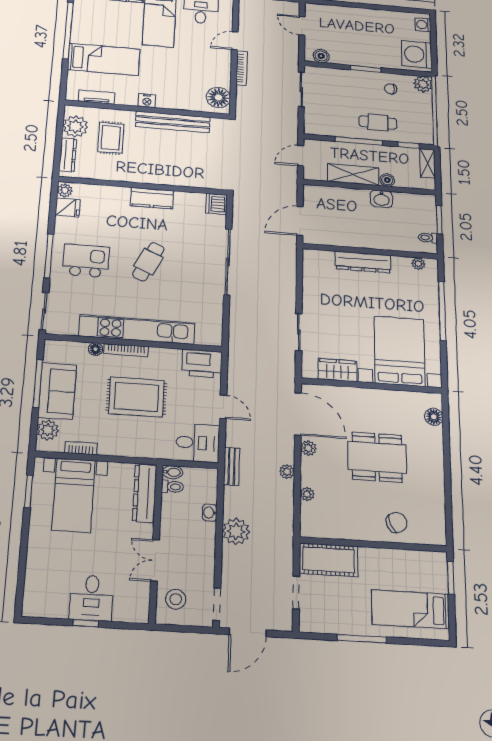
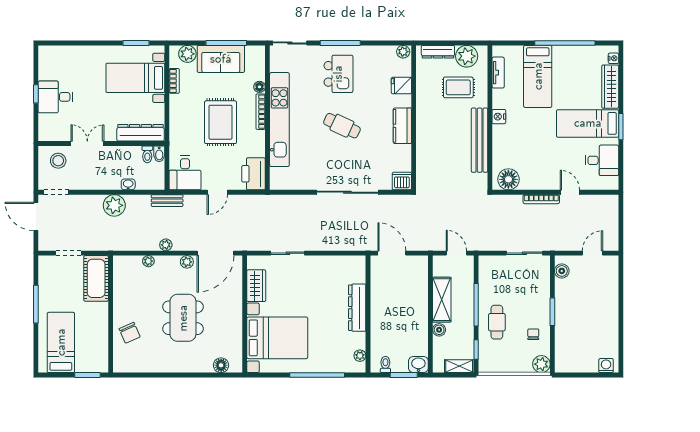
washing machine: (417, 54) -> (573, 359), removed
washbasin: (381, 199) -> (418, 365), moved, turned 90
fridge: (68, 207) -> (401, 86), moved, turned 90

